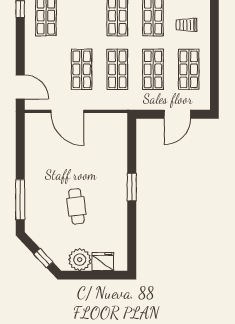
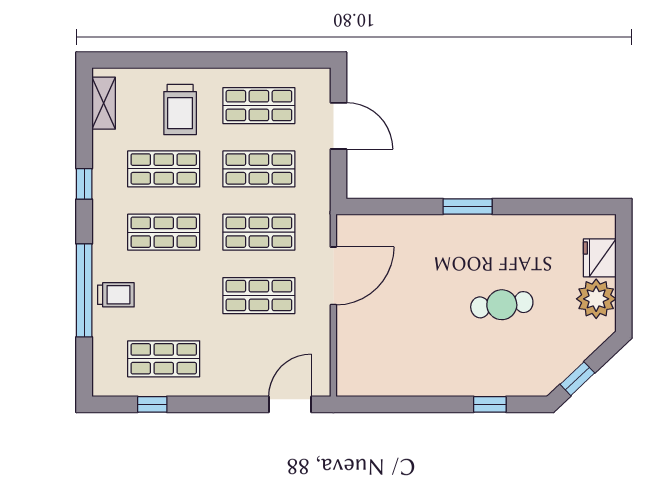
trolley: (186, 25) -> (180, 110), width x1.36, depth x1.39
door: (67, 111) -> (333, 276), moved
window: (20, 200) -> (490, 404), width x0.46
window: (43, 258) -> (577, 379), moved

